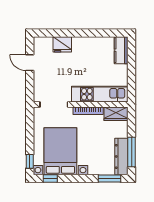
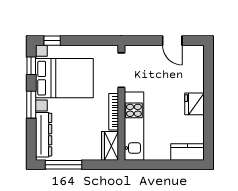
fridge: (62, 44) -> (195, 104), moved
door: (30, 63) -> (172, 41), swing flipped
dresser: (121, 156) -> (44, 135), moved, turned 90
window: (109, 178) -> (31, 105), moved

